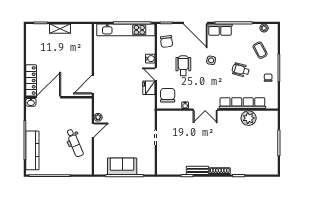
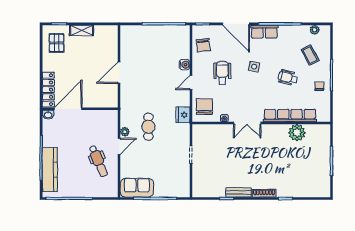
kitchen unit: (126, 30) -> (157, 32), removed
pallet: (38, 40) -> (57, 43), added
door: (156, 74) -> (191, 82), hinge flipped
door: (93, 85) -> (119, 73), moved
fridge: (149, 88) -> (183, 115), moved
cafe table: (119, 113) -> (148, 127), added
sofa: (122, 166) -> (137, 188), moved

